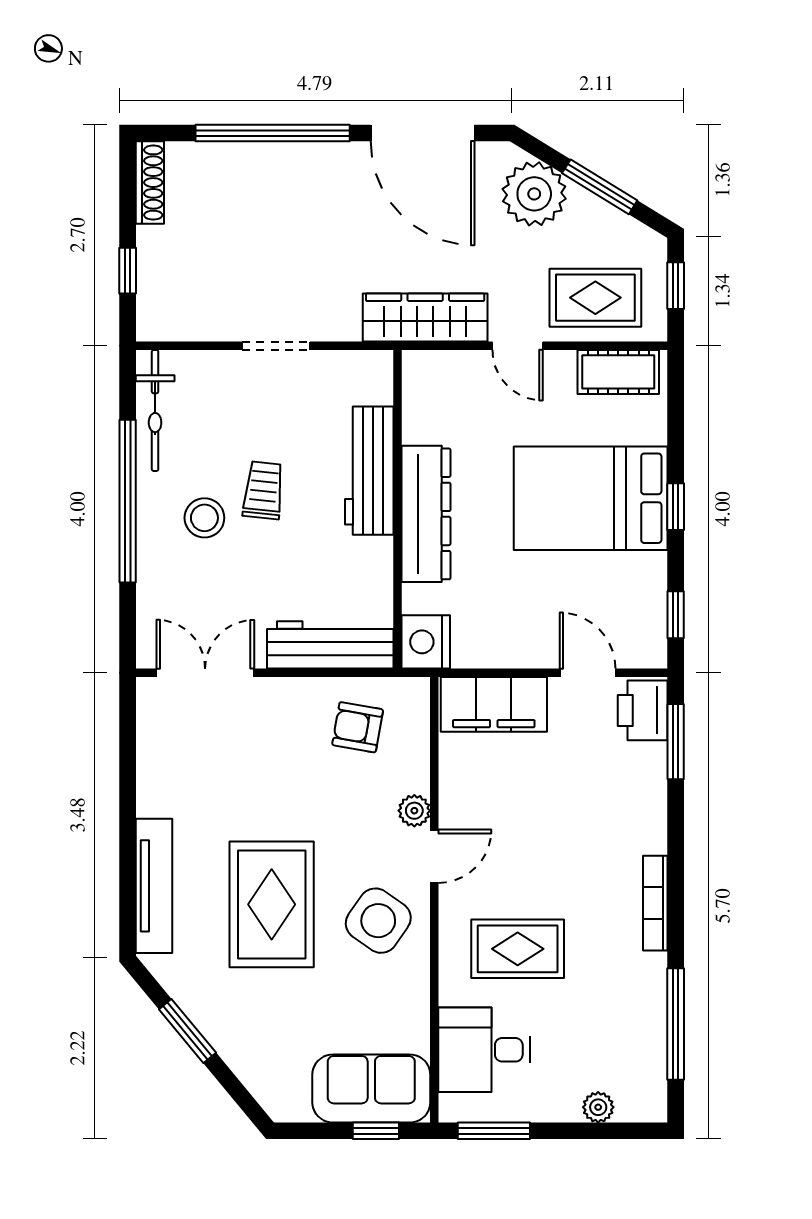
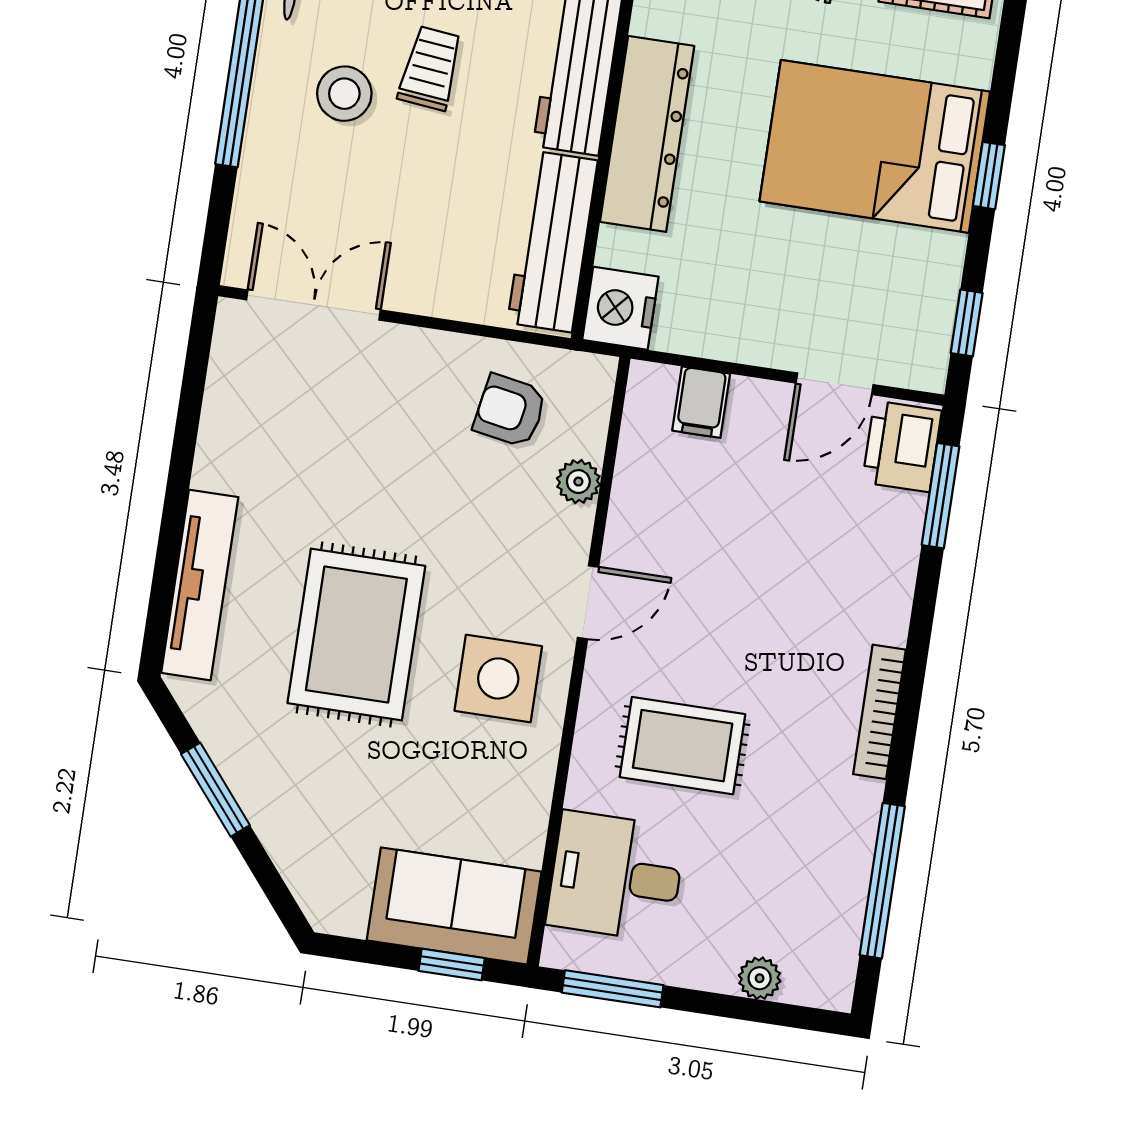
workbench: (330, 645) -> (552, 242), moved, turned -90
door: (588, 673) -> (835, 384), swing flipped
filing cabinet: (494, 704) -> (701, 402), width x0.33, depth x0.86
plant: (414, 811) -> (578, 482), moved
side table: (378, 921) -> (498, 678), turned -35

